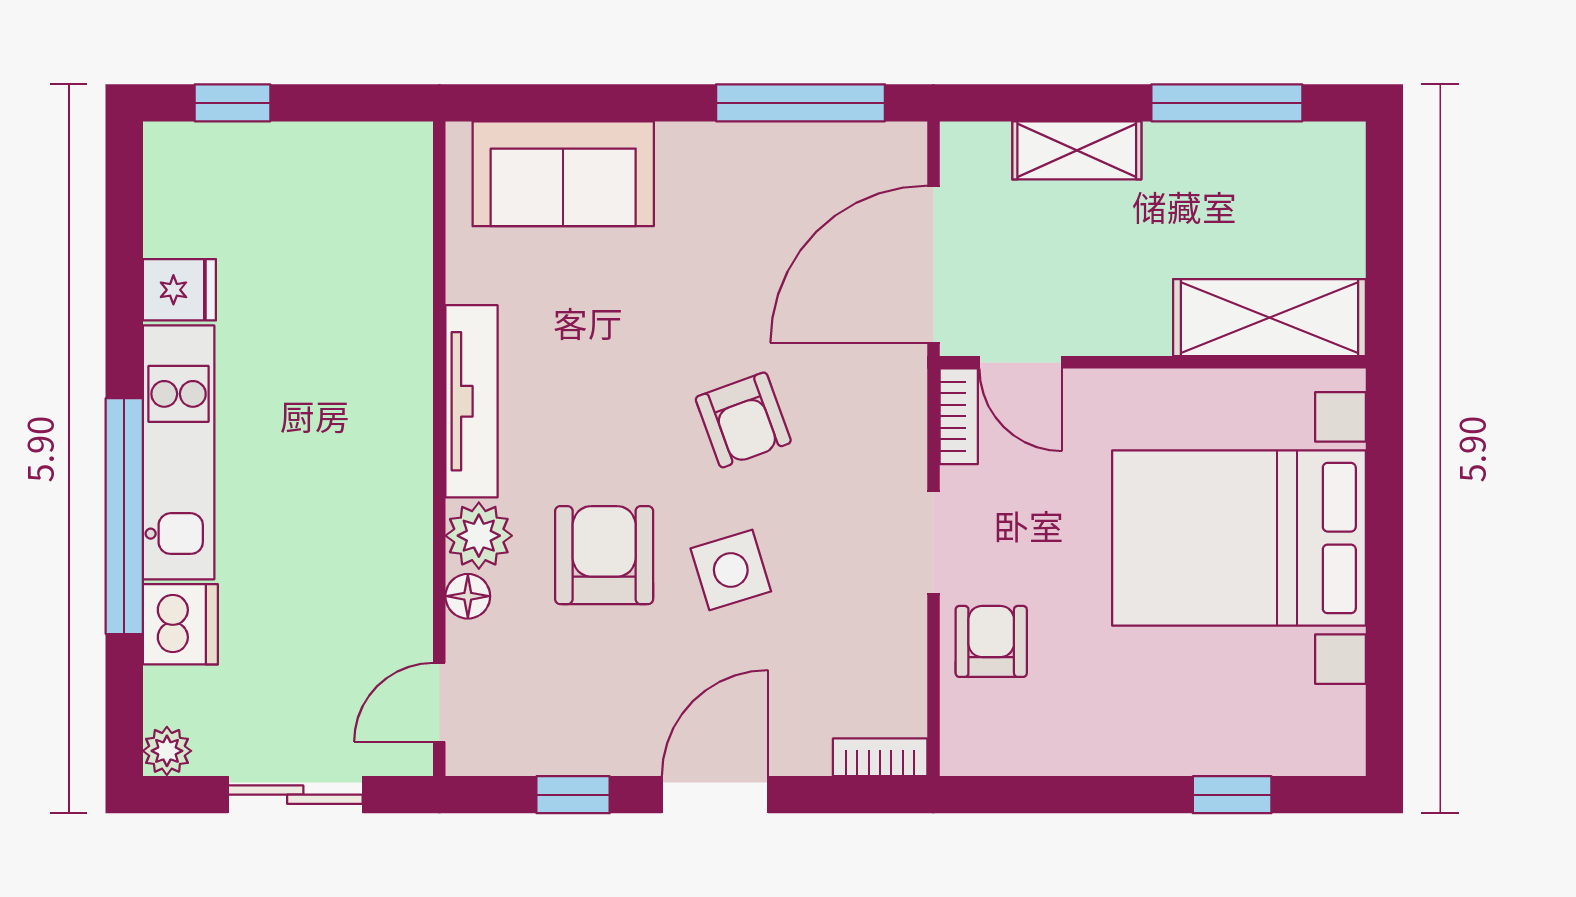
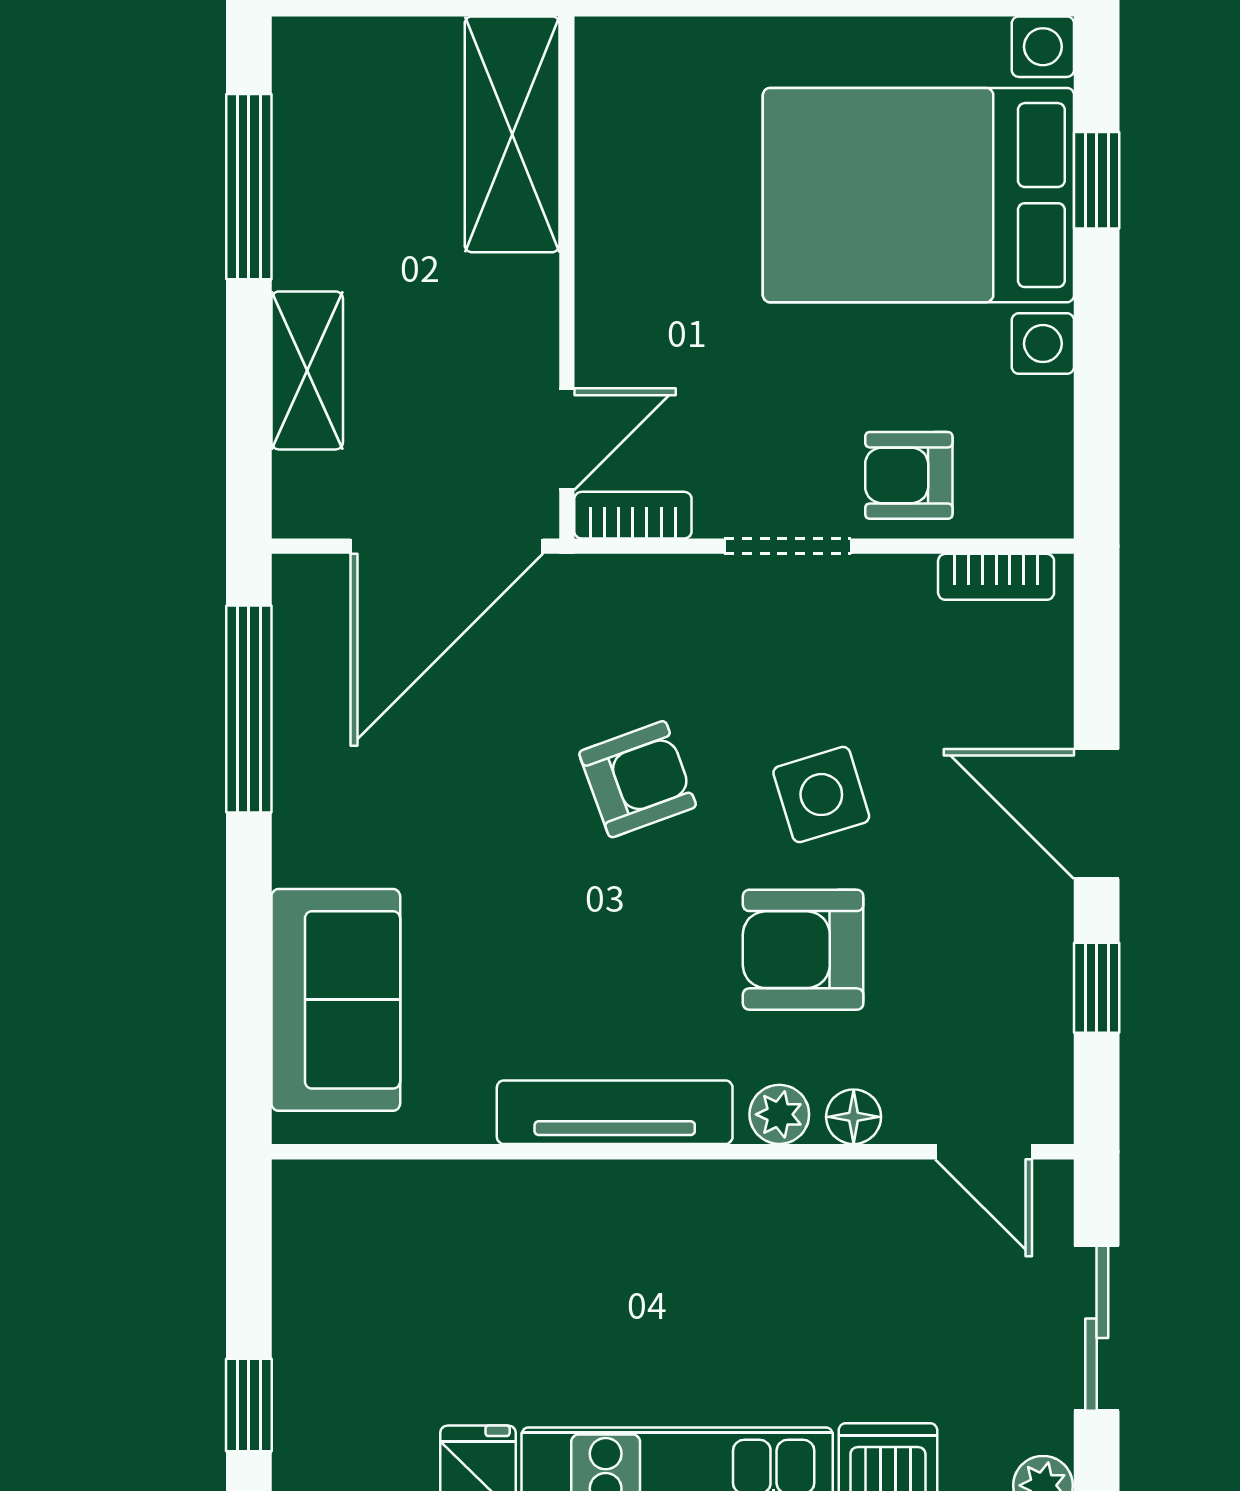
door: (933, 264) -> (447, 546), hinge flipped
plant: (479, 536) -> (779, 1114), width x0.73, depth x0.73
bed with nightstands: (1239, 538) -> (918, 195), moved, turned 90
bookcase: (880, 757) -> (996, 577), moved, turned -90

